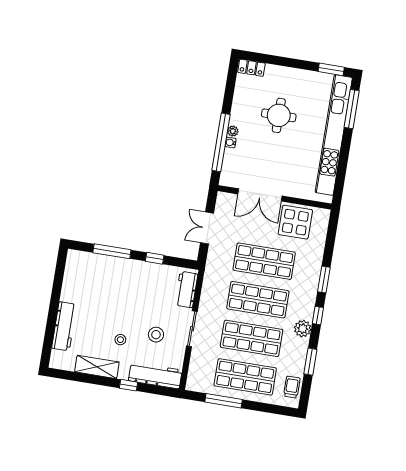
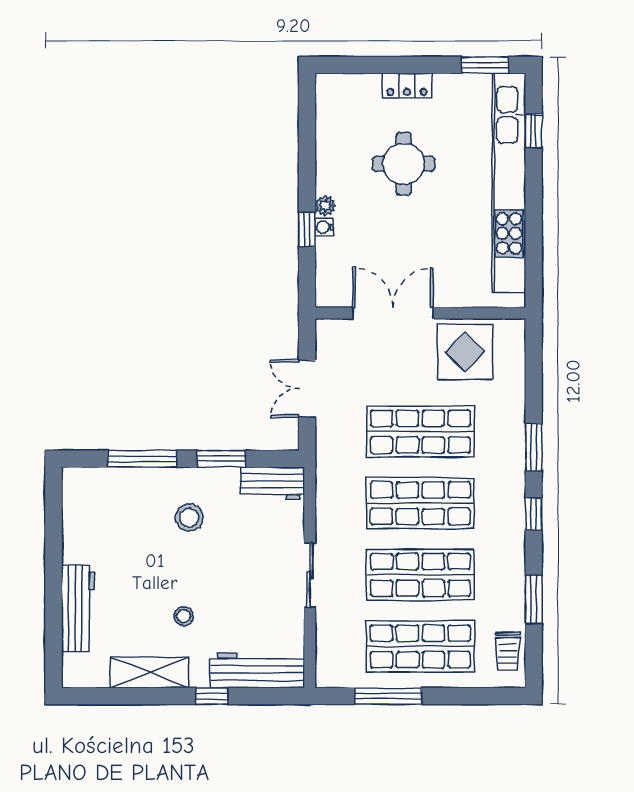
locker: (251, 68) -> (407, 86), moved
window: (352, 109) -> (534, 131), width x0.46
window: (221, 142) -> (307, 230), width x0.32
double door: (260, 195) -> (393, 313), swing flipped
window: (155, 258) -> (221, 459), width x1.50
workbench: (186, 290) -> (273, 483), moved, turned -90
plant: (303, 329) -> (510, 542), removed
stool: (156, 335) -> (189, 518), moved
trolley: (292, 387) -> (508, 651), turned 180

